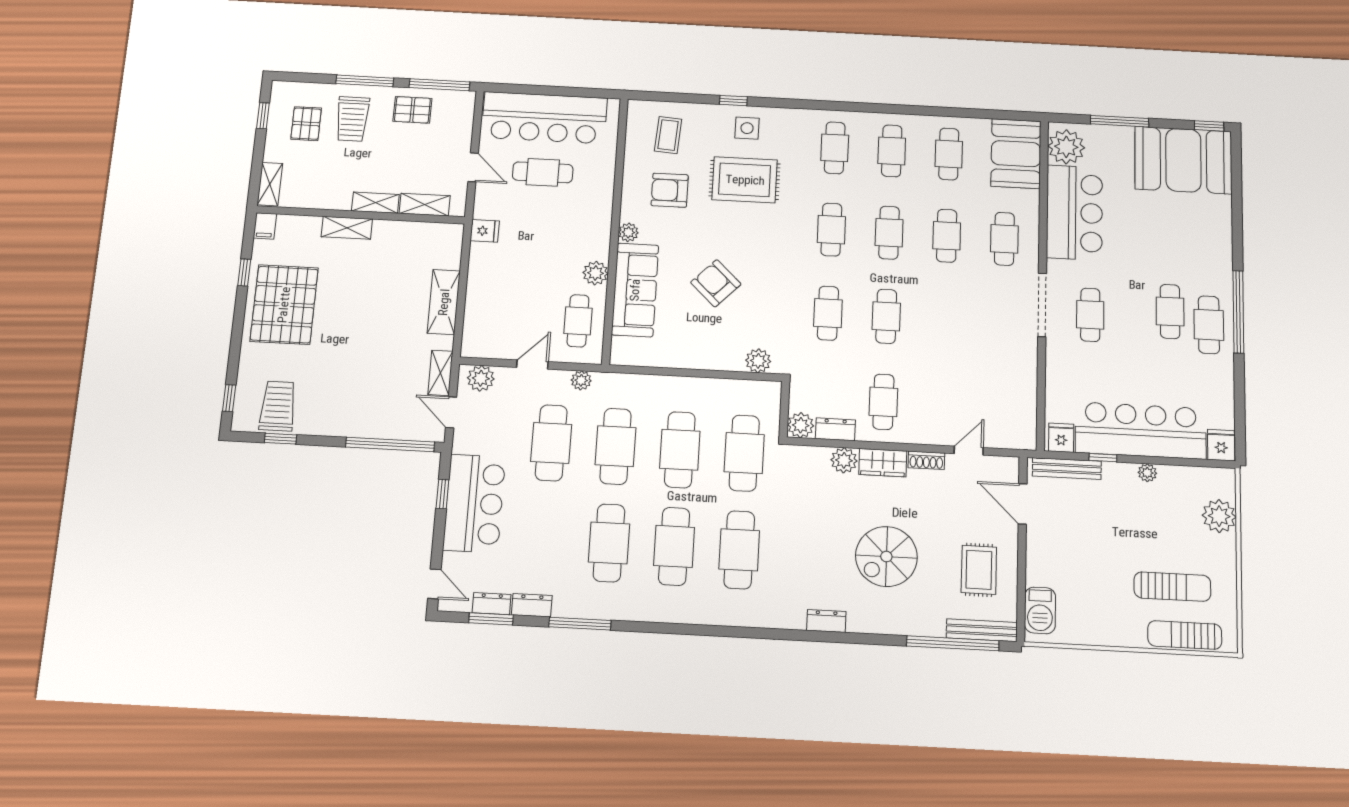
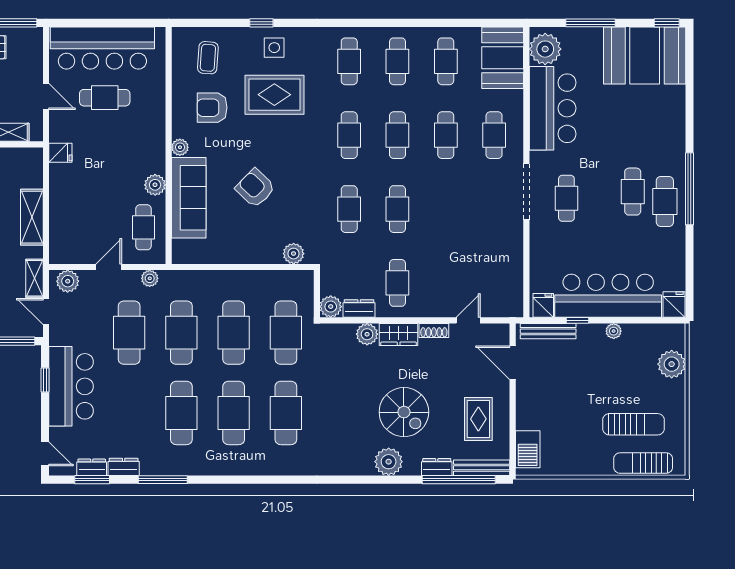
spiral stairs: (886, 556) -> (404, 412), turned -90
plant: (865, 616) -> (389, 462), added
dresser: (826, 621) -> (437, 467), moved

